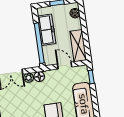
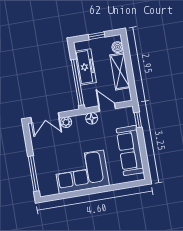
shelving: (78, 46) -> (120, 71), moved
floor lamp: (39, 77) -> (92, 118), moved

